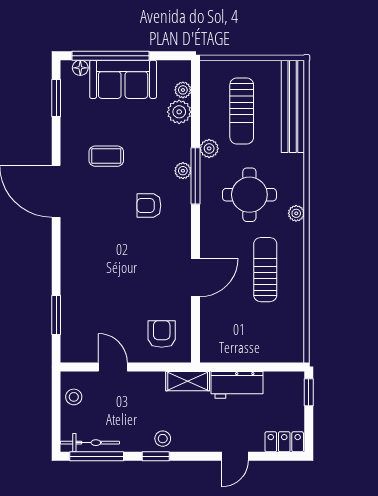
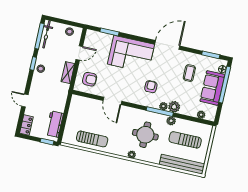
plant: (179, 112) -> (174, 107), moved
coffee table: (106, 156) -> (189, 73), moved
corner sofa: (92, 261) -> (131, 54), added
sun lounger: (265, 270) -> (92, 139), moved
shelving: (188, 381) -> (68, 73), moved
workbench: (237, 385) -> (55, 124), moved

